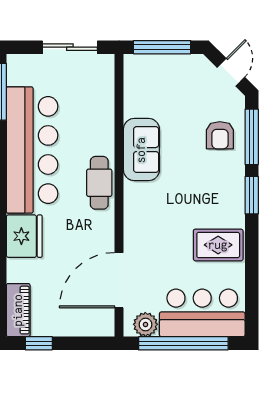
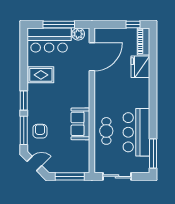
door: (231, 72) -> (34, 164), swing flipped
bar counter: (32, 150) -> (136, 132), width x0.73
cafe table: (99, 183) -> (106, 131), moved
fridge: (24, 236) -> (140, 67), moved
window: (183, 343) -> (59, 24), width x0.68

